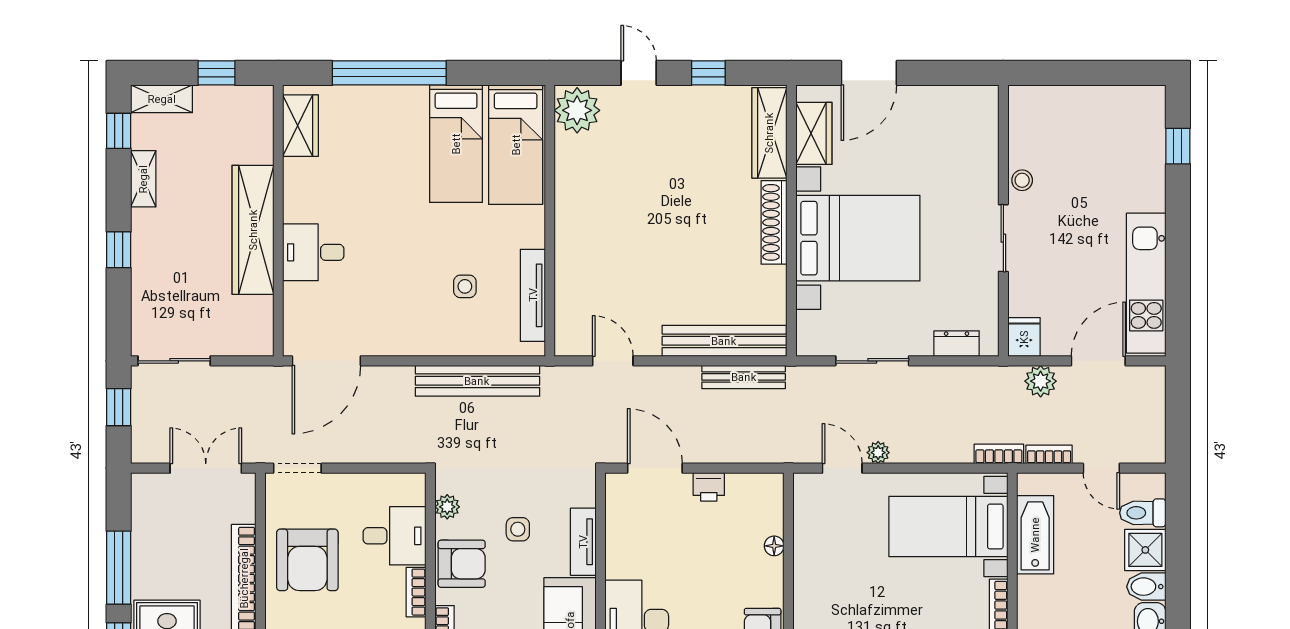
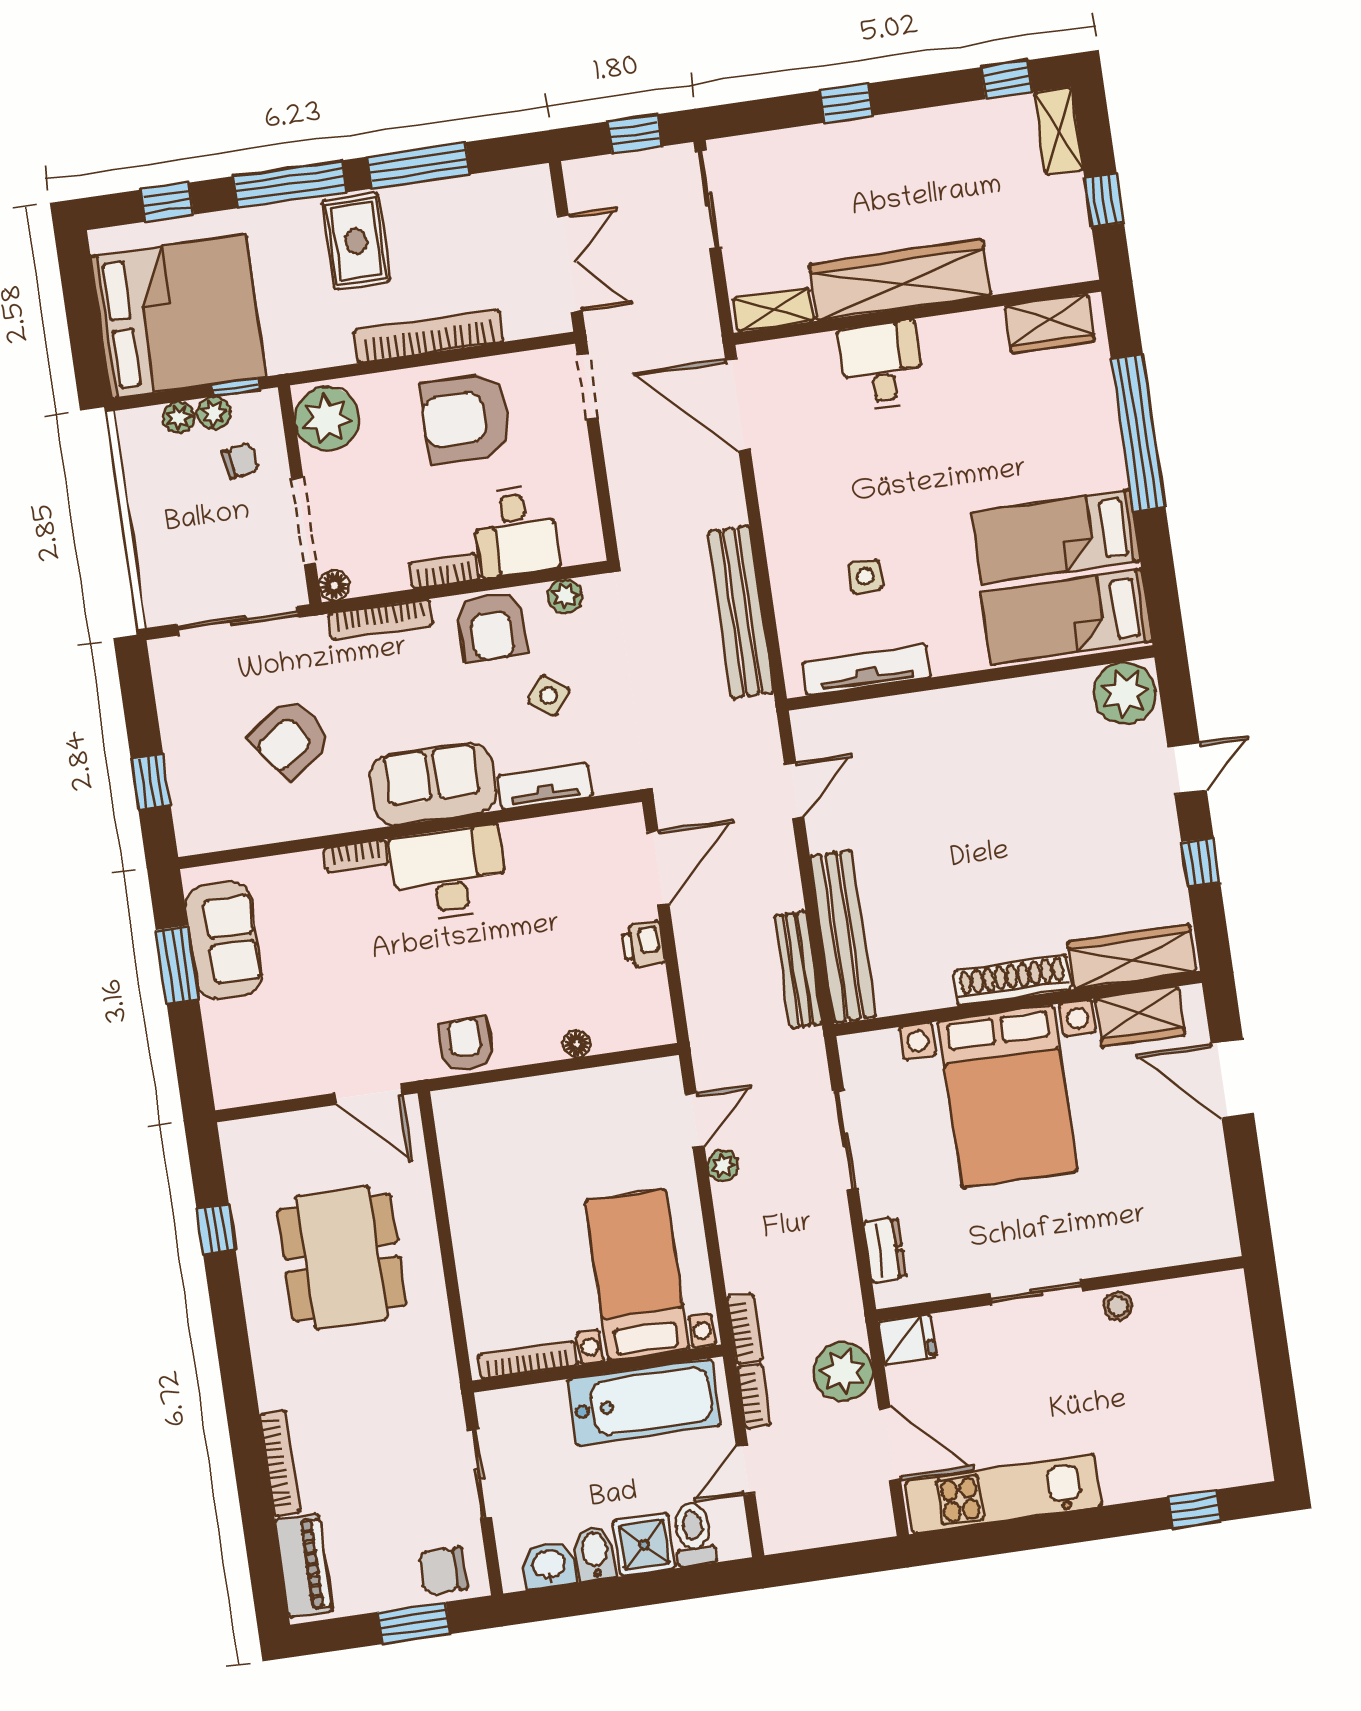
shelving: (143, 179) -> (774, 310), moved
plant: (1041, 381) -> (843, 1372), width x1.36, depth x1.36
side table: (518, 529) -> (549, 696), turned 36
bathtub: (1035, 535) -> (644, 1402), width x1.36, depth x1.36

